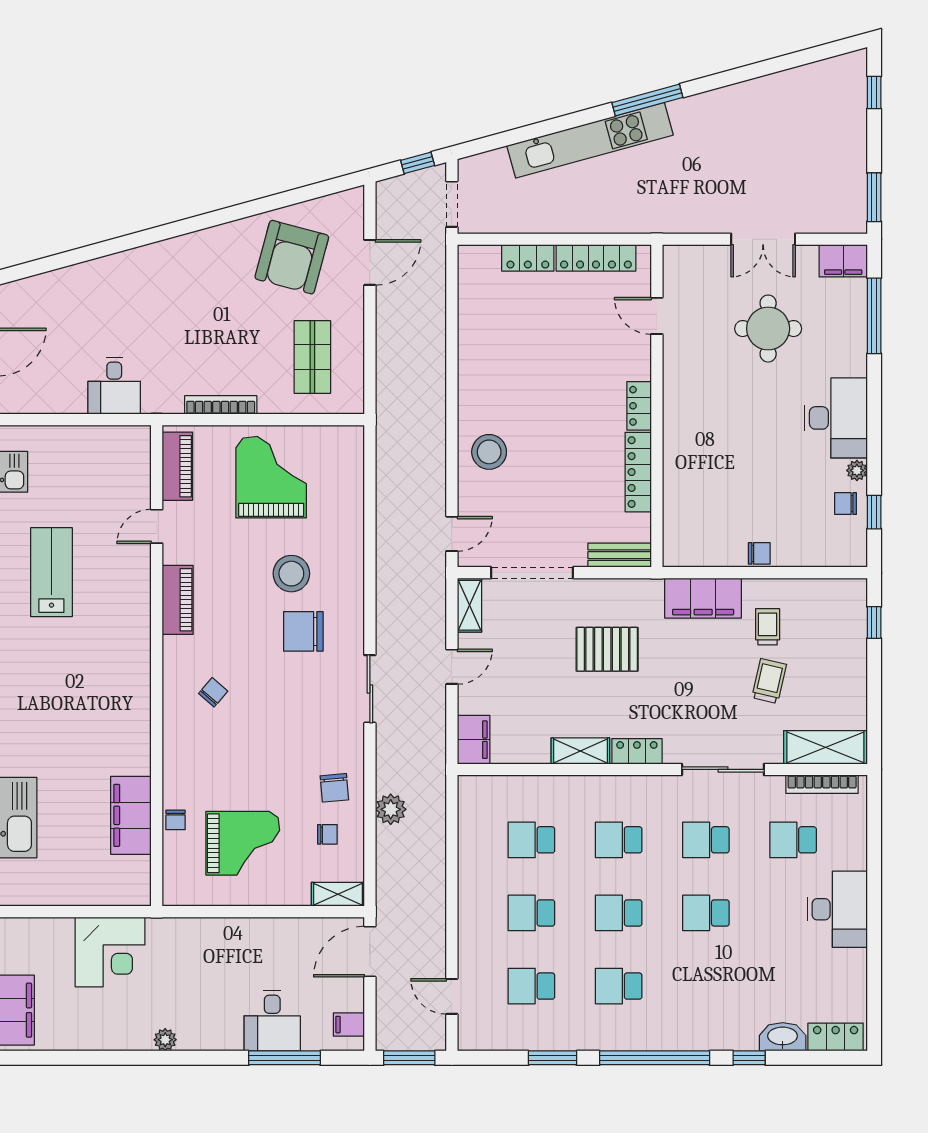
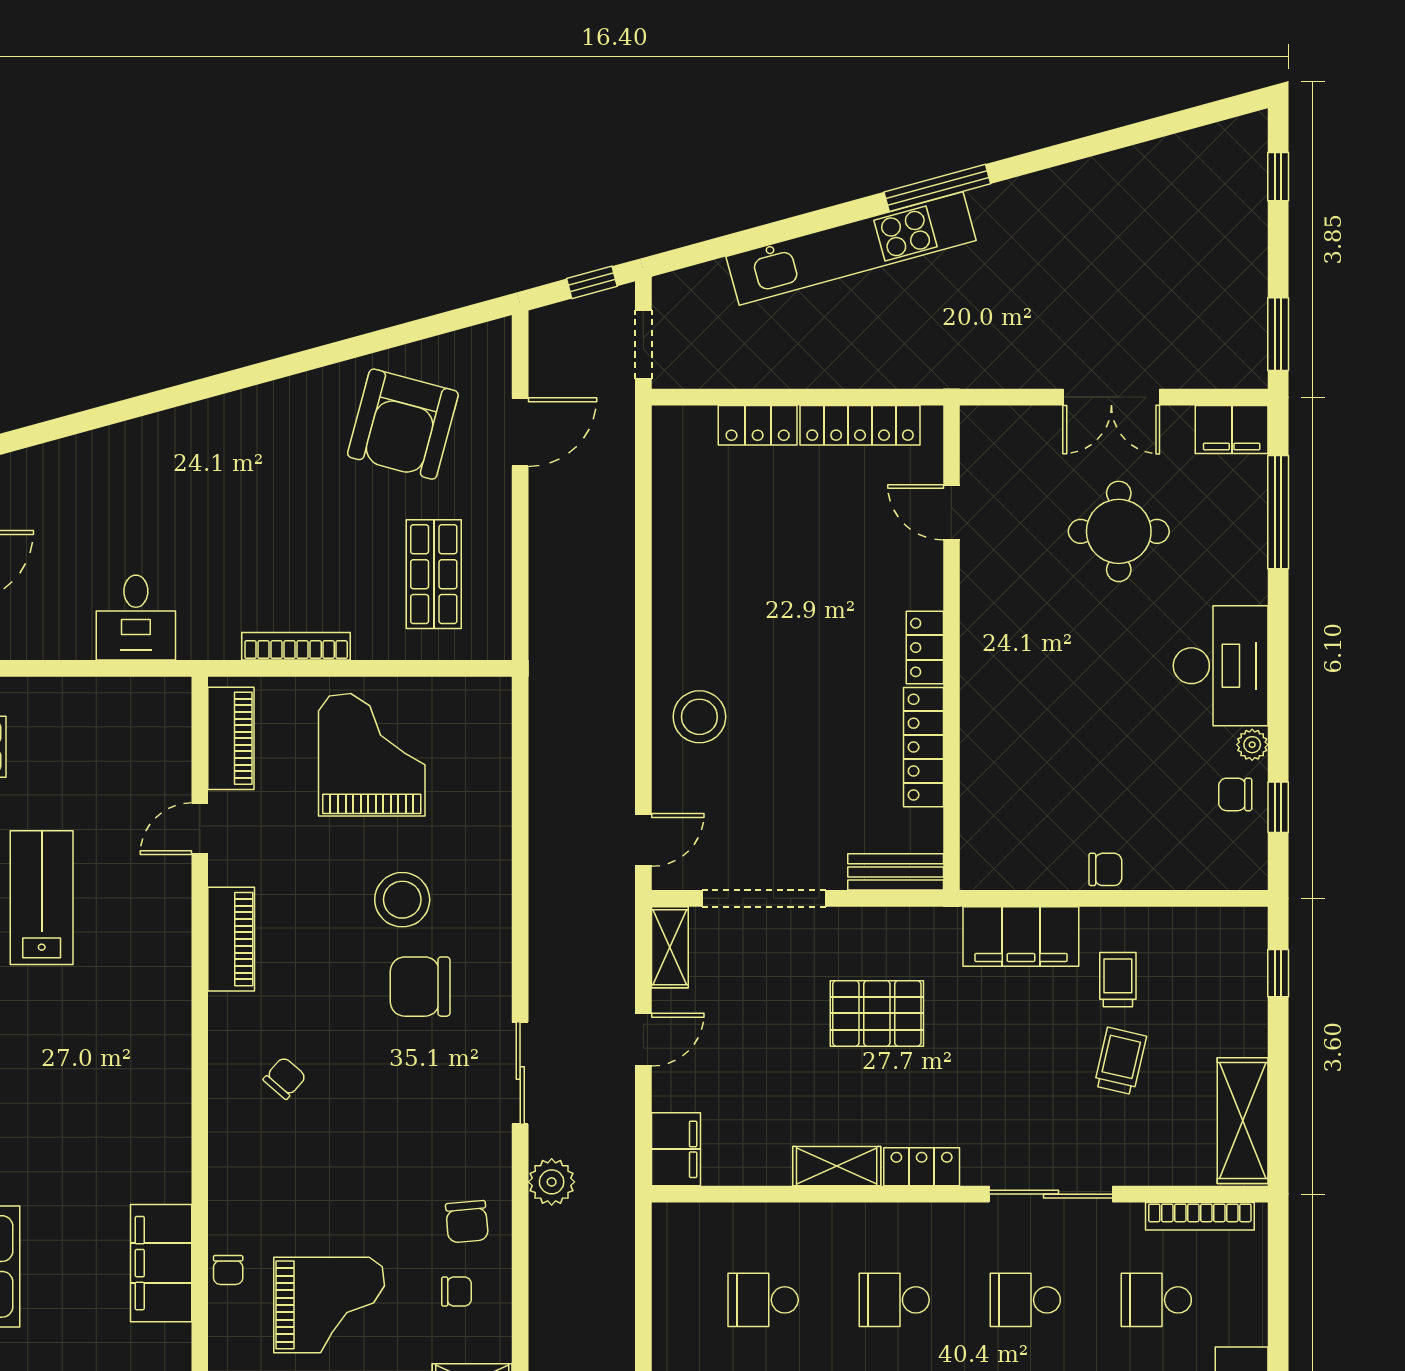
shelving: (825, 747) -> (1243, 1121), moved, turned 90
plant: (391, 809) -> (552, 1182), moved

